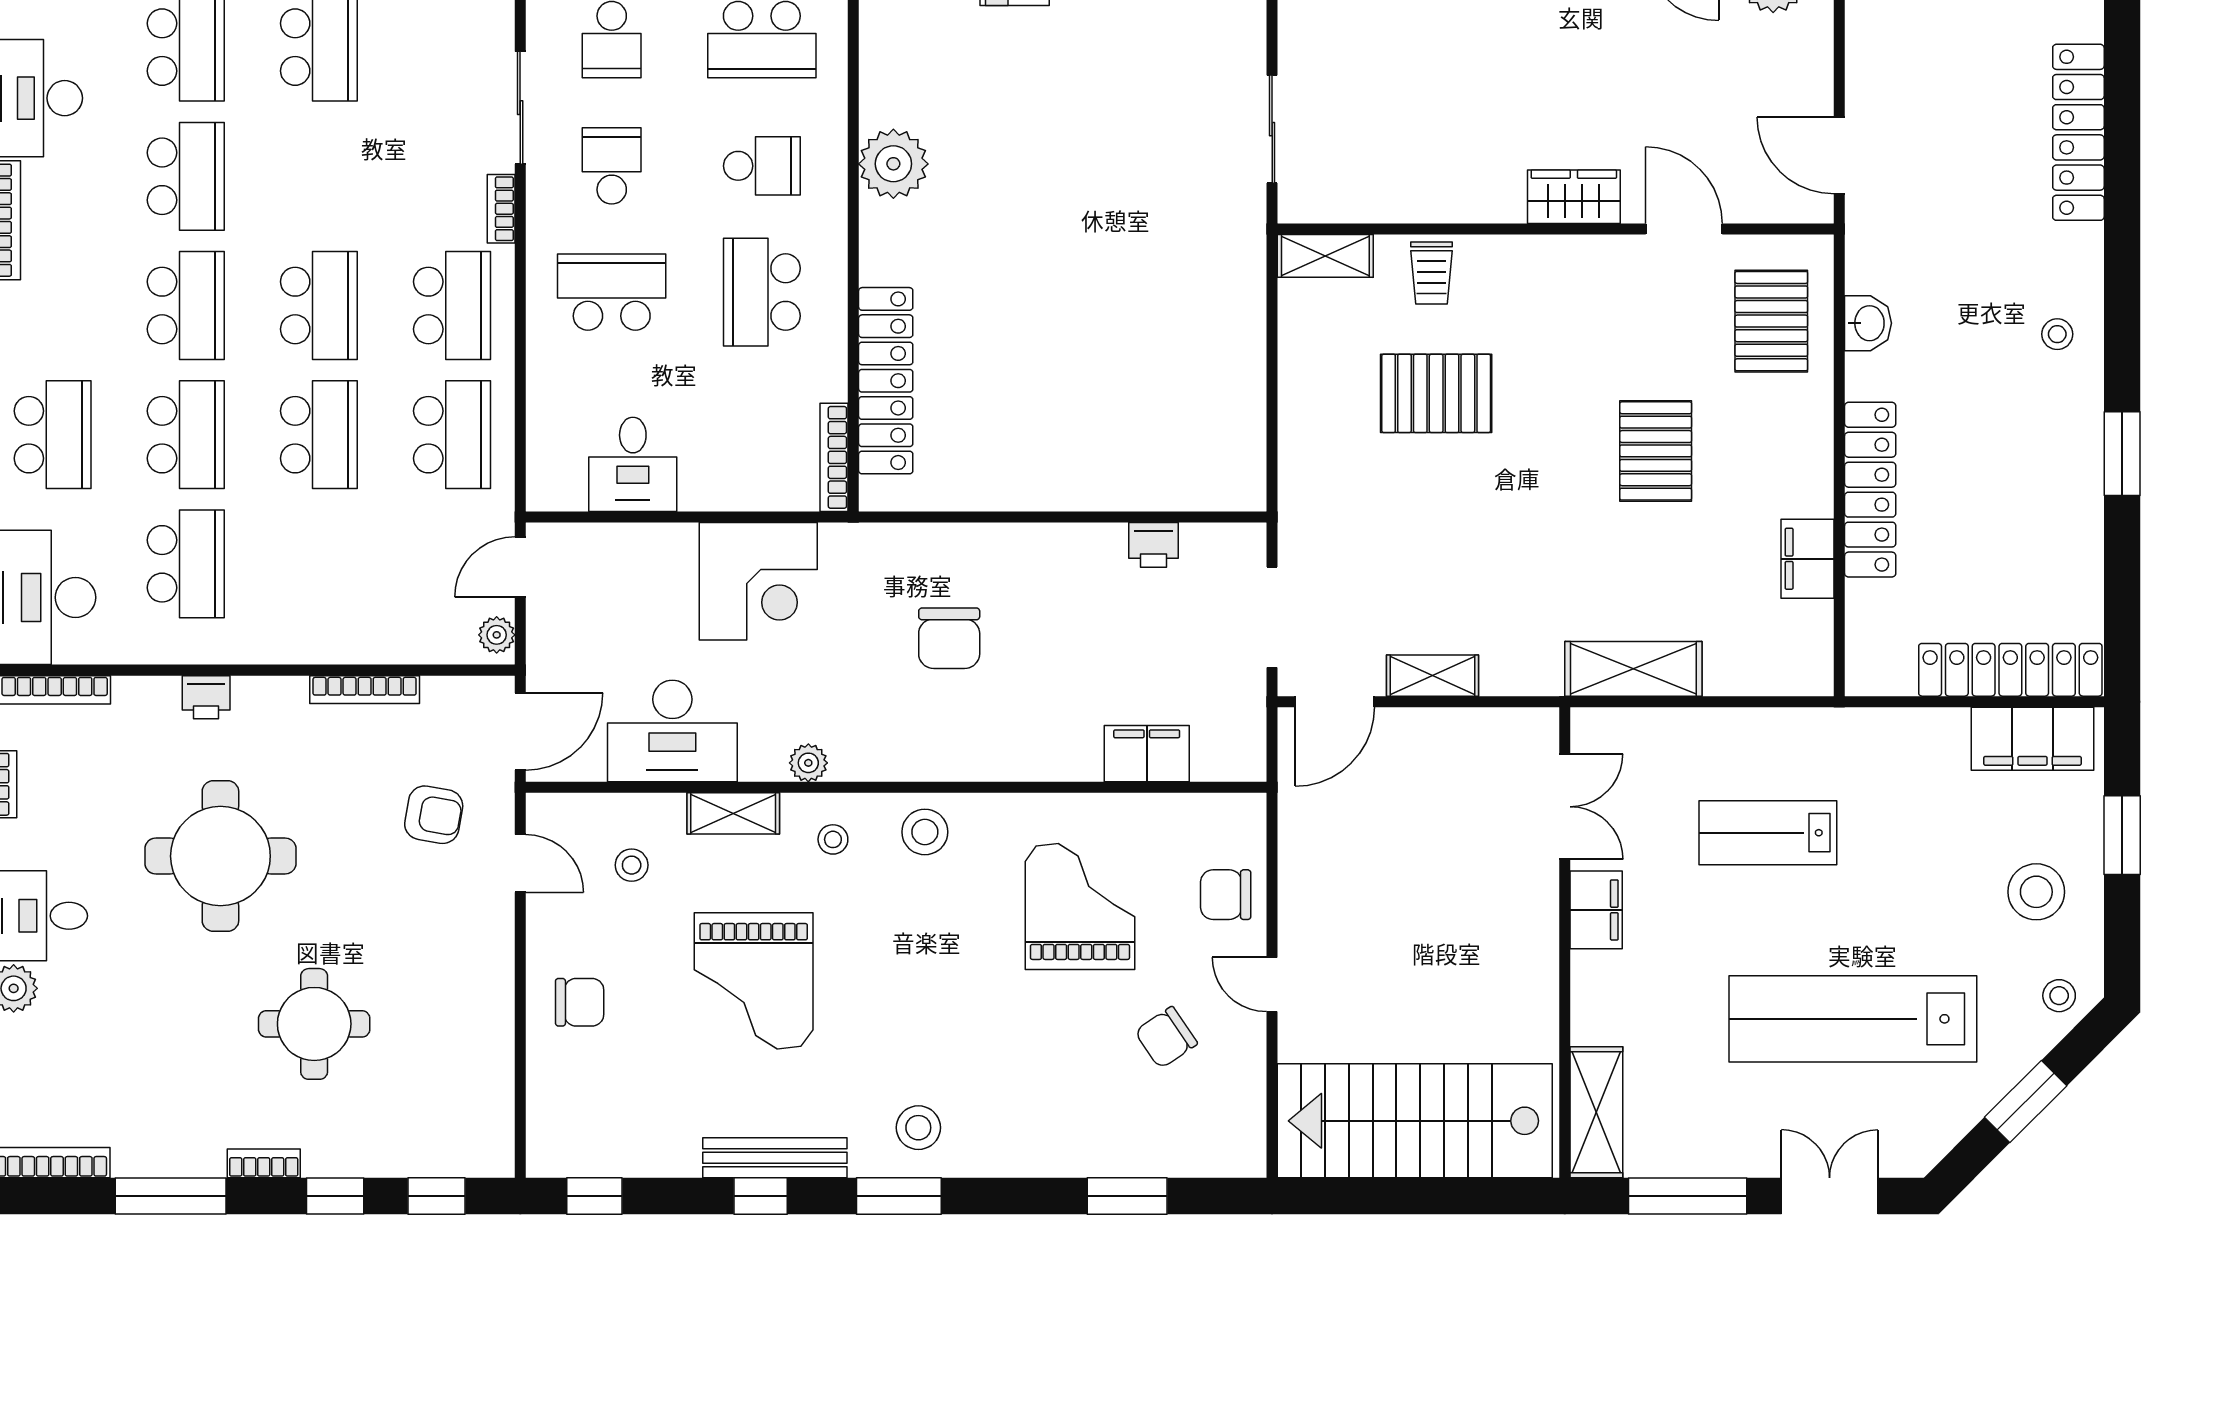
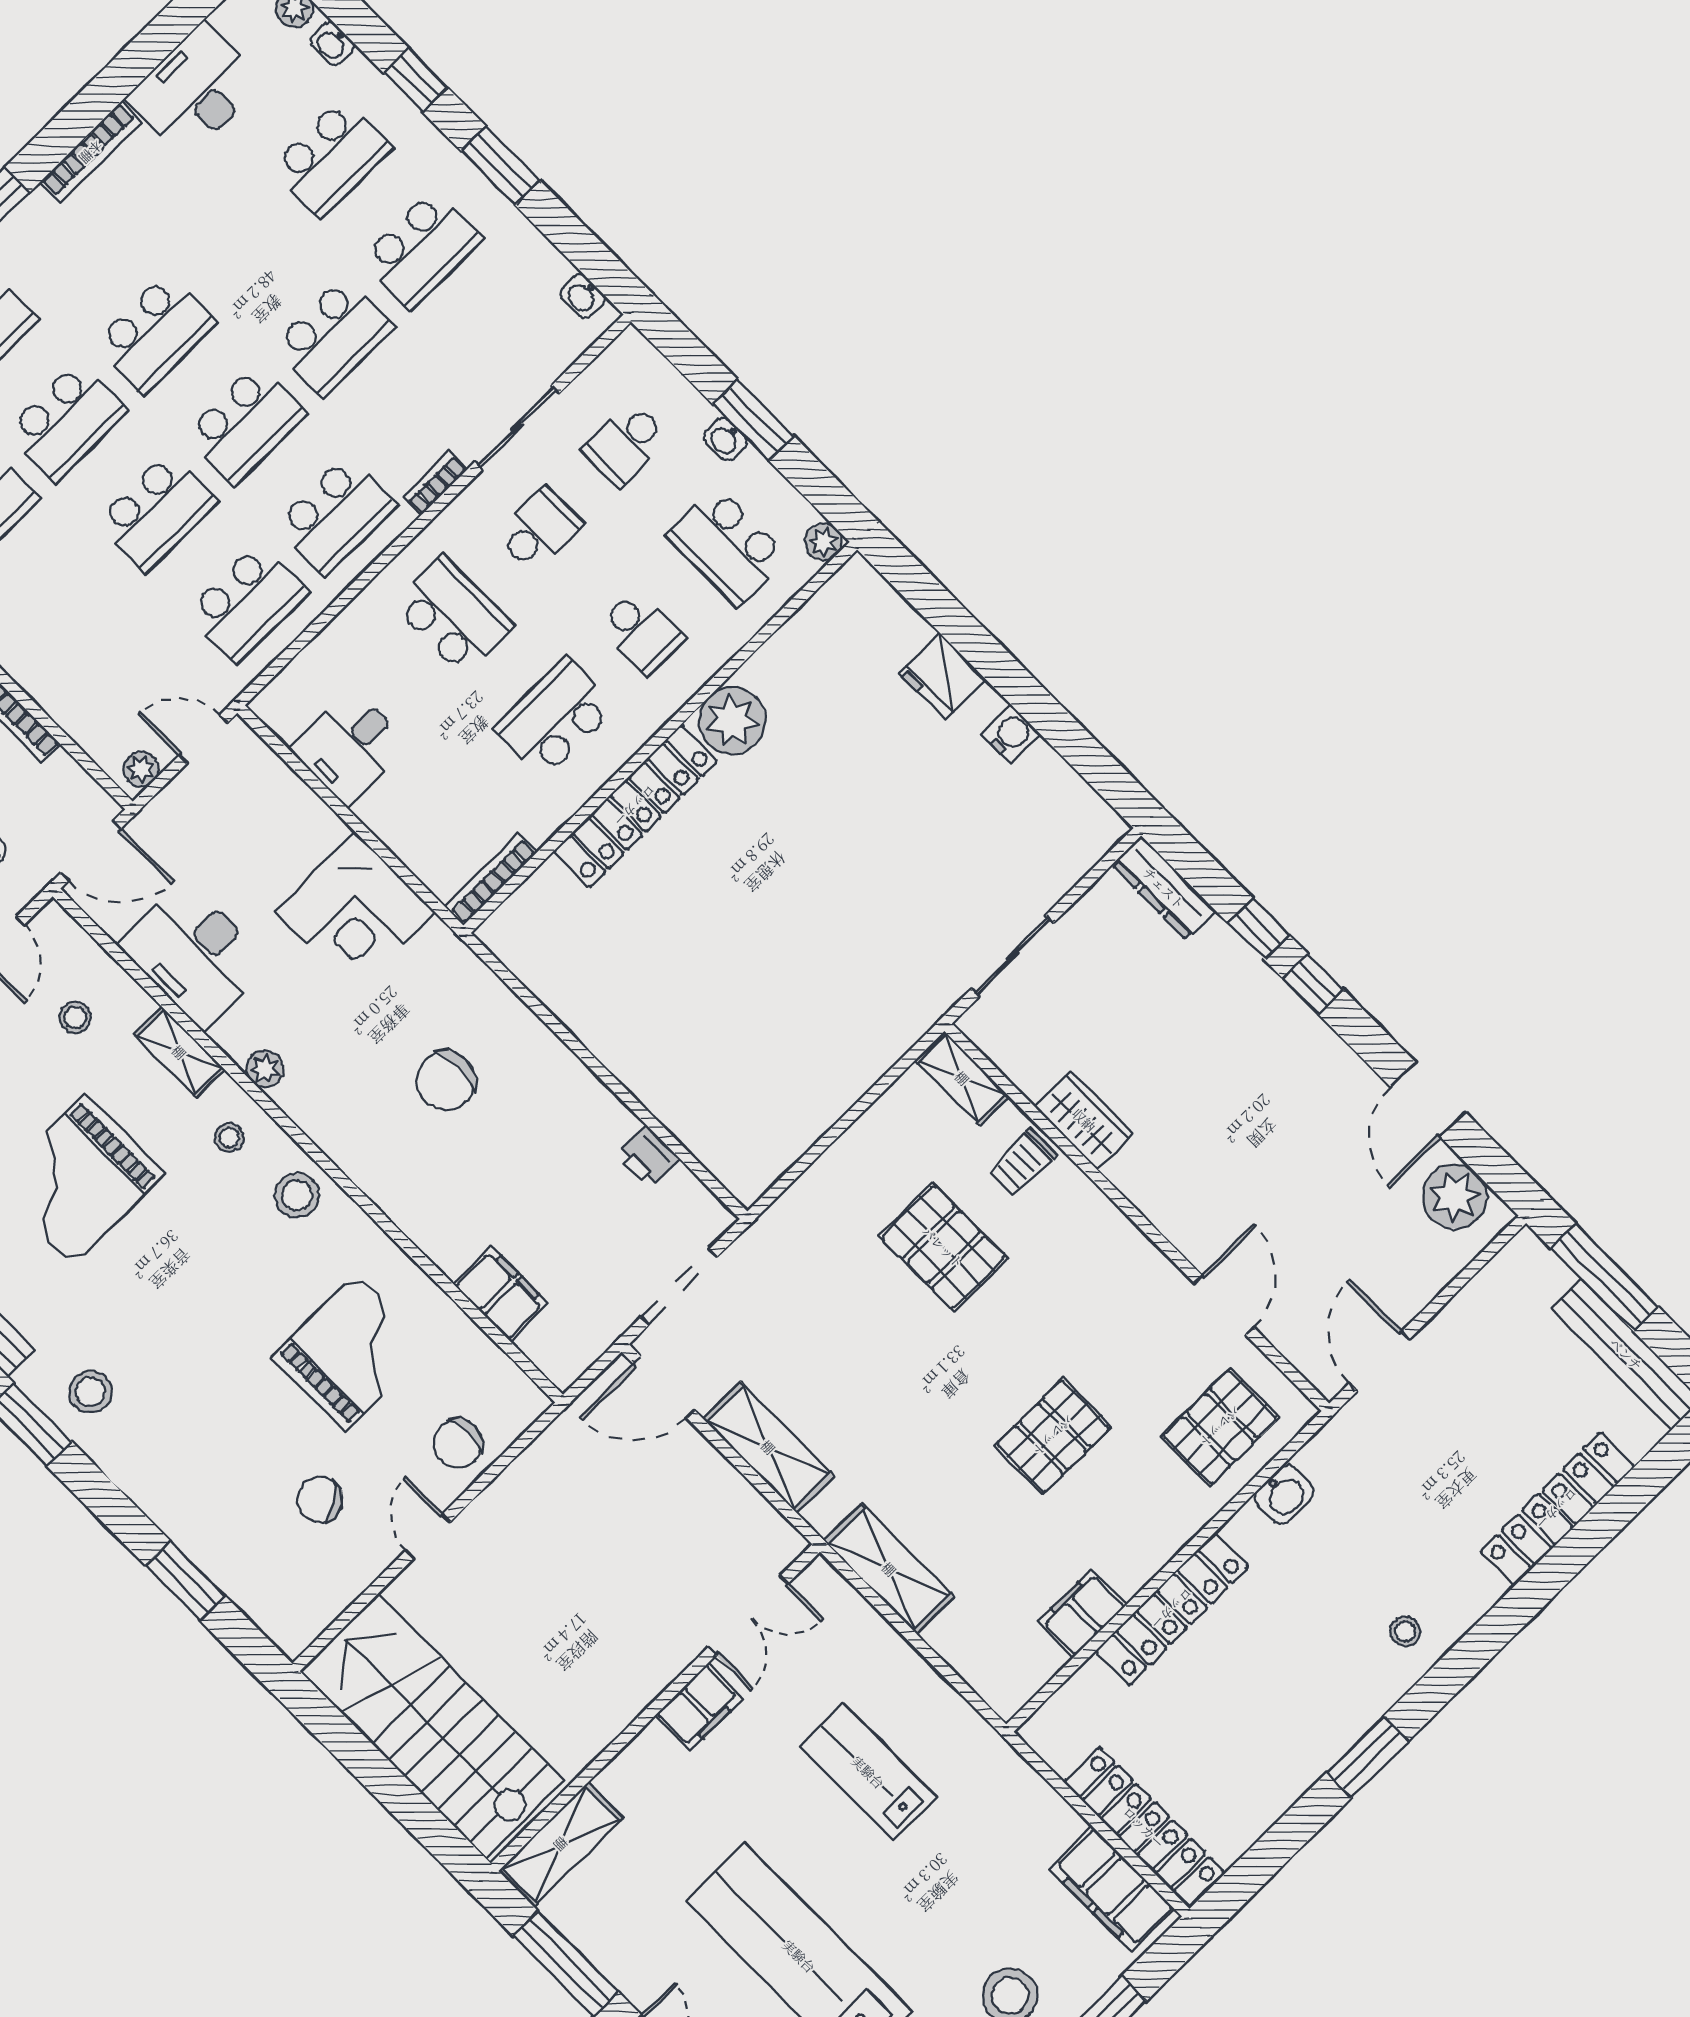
school desk: (186, 176) -> (334, 337), moved
wardrobe: (1574, 197) -> (1084, 1120), moved
locker: (886, 381) -> (635, 806), moved
shelving: (1432, 676) -> (768, 1447), width x1.50, depth x1.33
chair: (1226, 895) -> (458, 1443), turned -90

